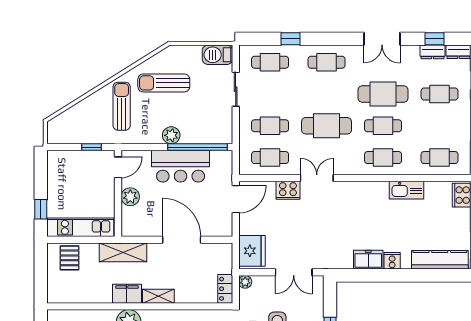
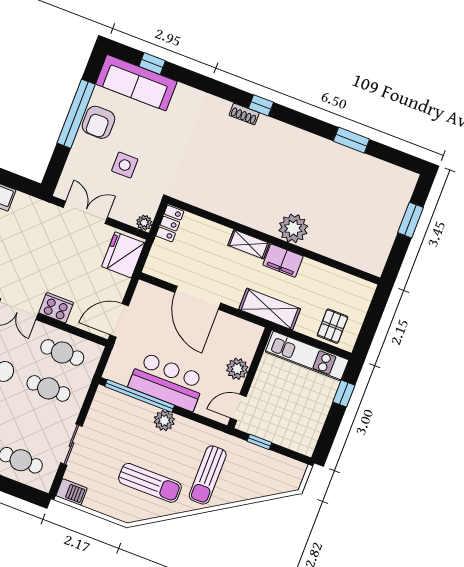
barbecue: (217, 55) -> (71, 492), width x0.73, depth x0.79

